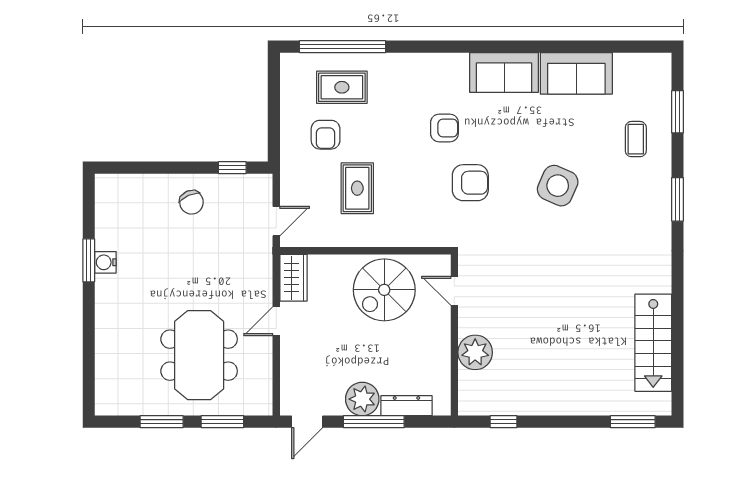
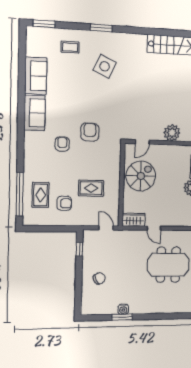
window: (677, 112) -> (44, 24), moved
side table: (558, 186) -> (105, 66), moved
chair: (191, 202) -> (99, 278), moved
spiral stairs: (384, 290) -> (141, 176), turned -90

